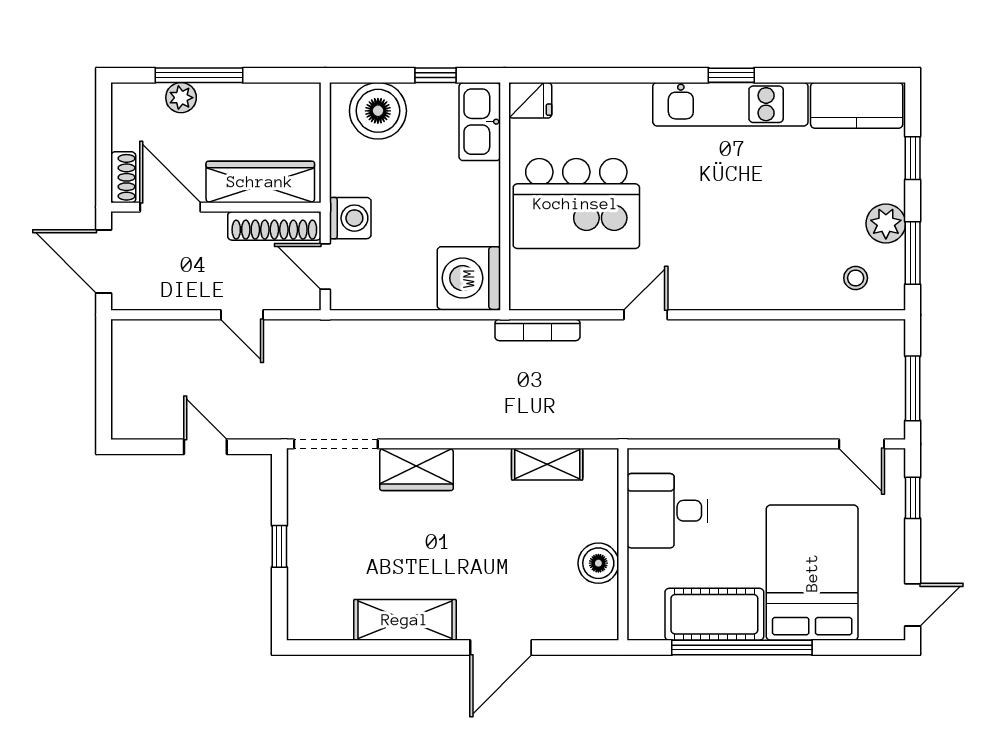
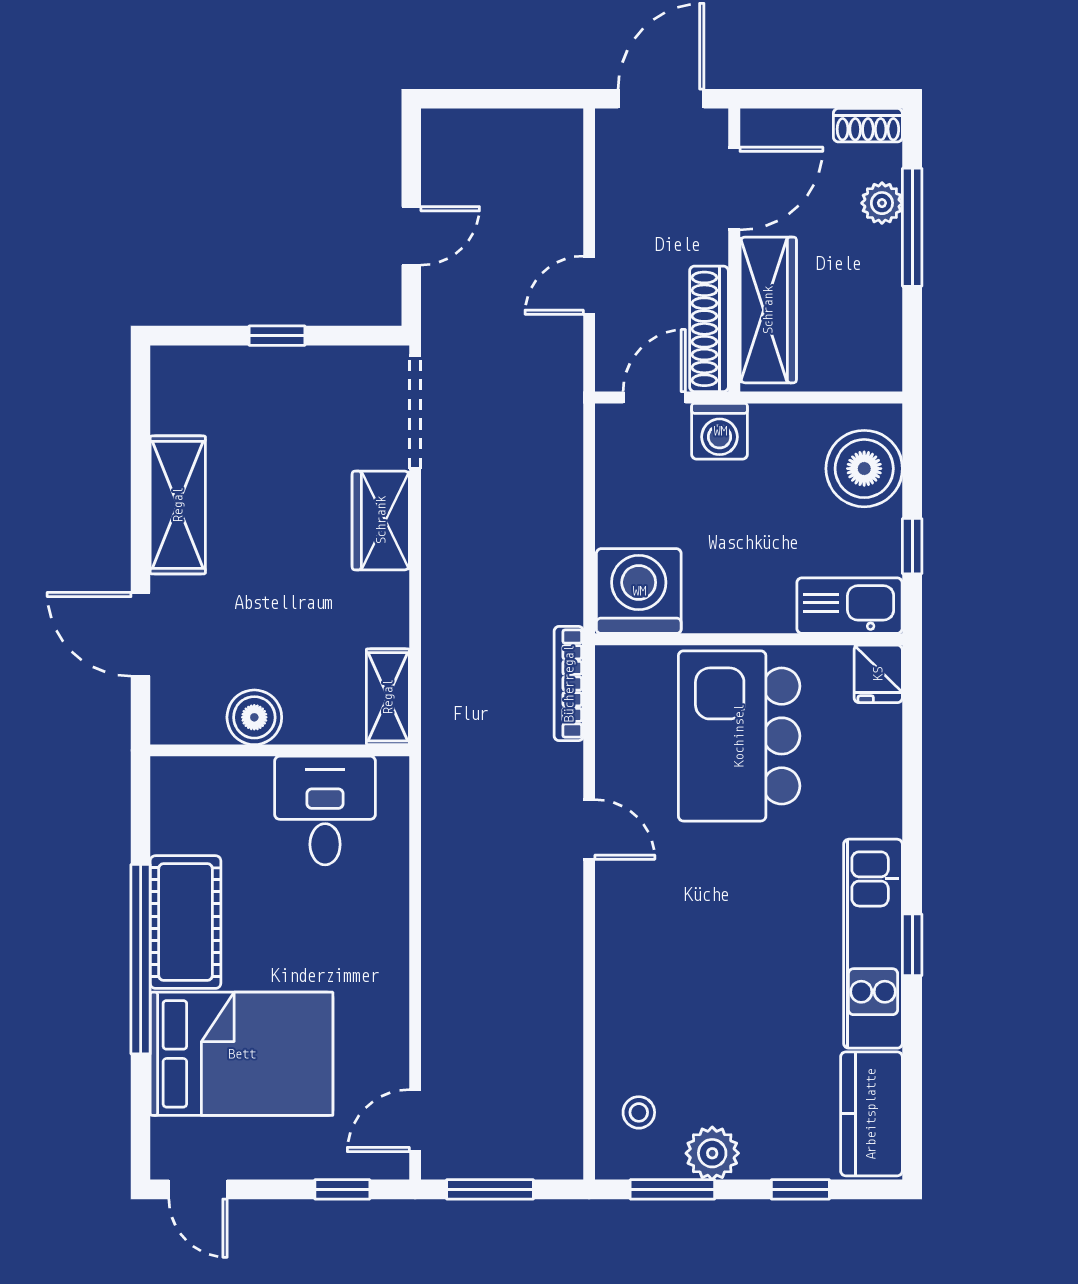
shoe rack: (123, 177) -> (868, 125), moved
desk: (668, 511) -> (325, 811), moved
wall: (623, 544) -> (280, 750), moved
boiler: (598, 563) -> (254, 717), moved

